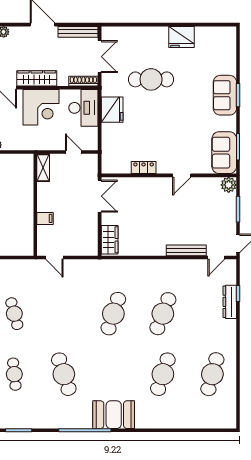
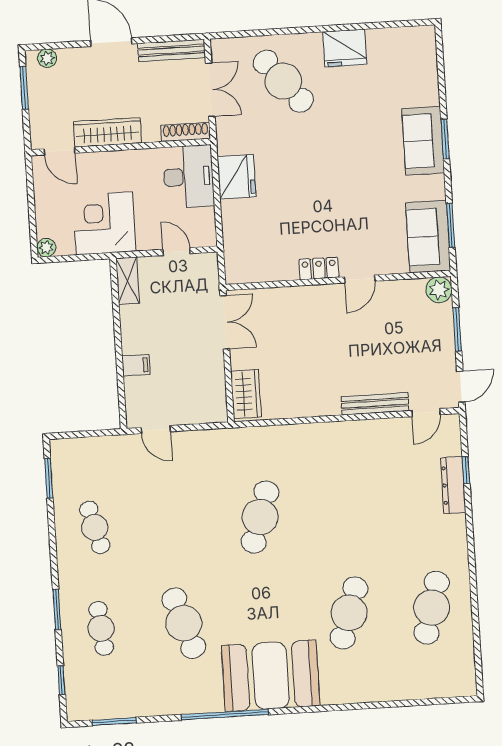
cafe table: (151, 79) -> (283, 81), moved, turned 51
corner desk: (41, 107) -> (104, 223), moved, turned 180
locker: (144, 168) -> (319, 268), moved
cafe table: (163, 314) -> (343, 512), removed
booth: (114, 415) -> (271, 676), width x1.36, depth x1.42

